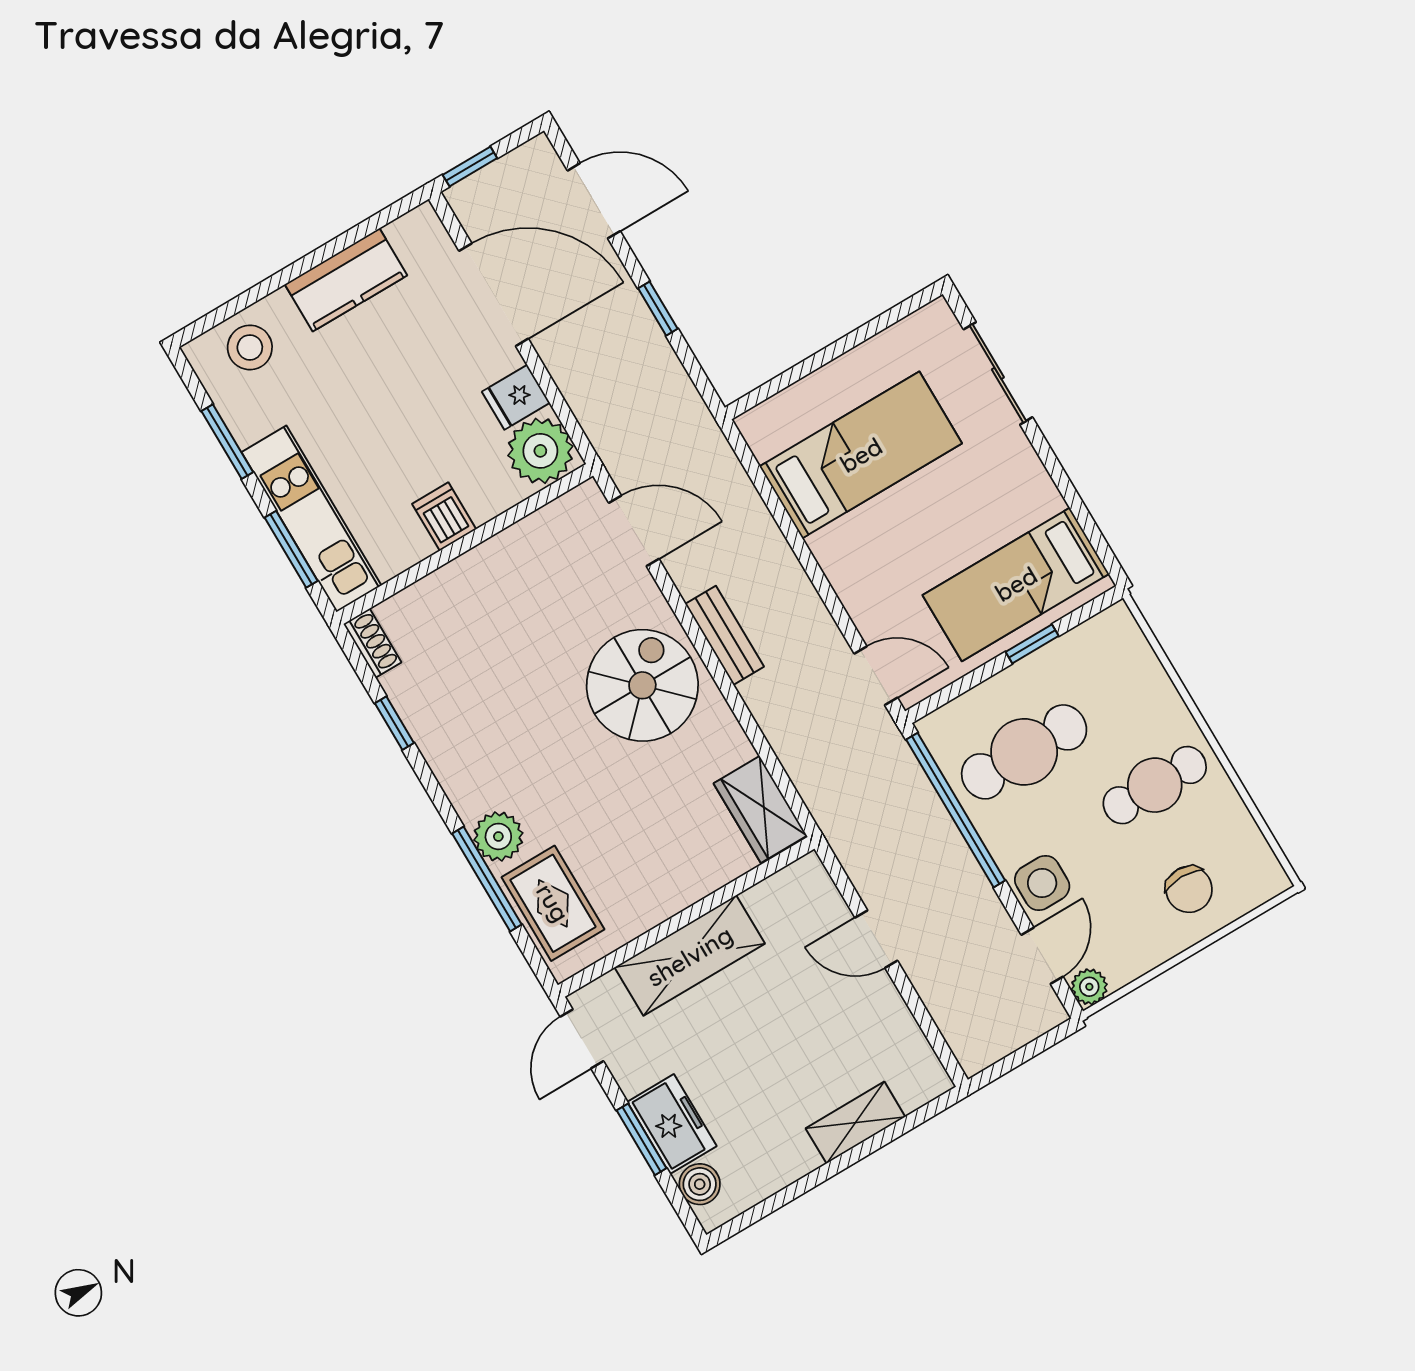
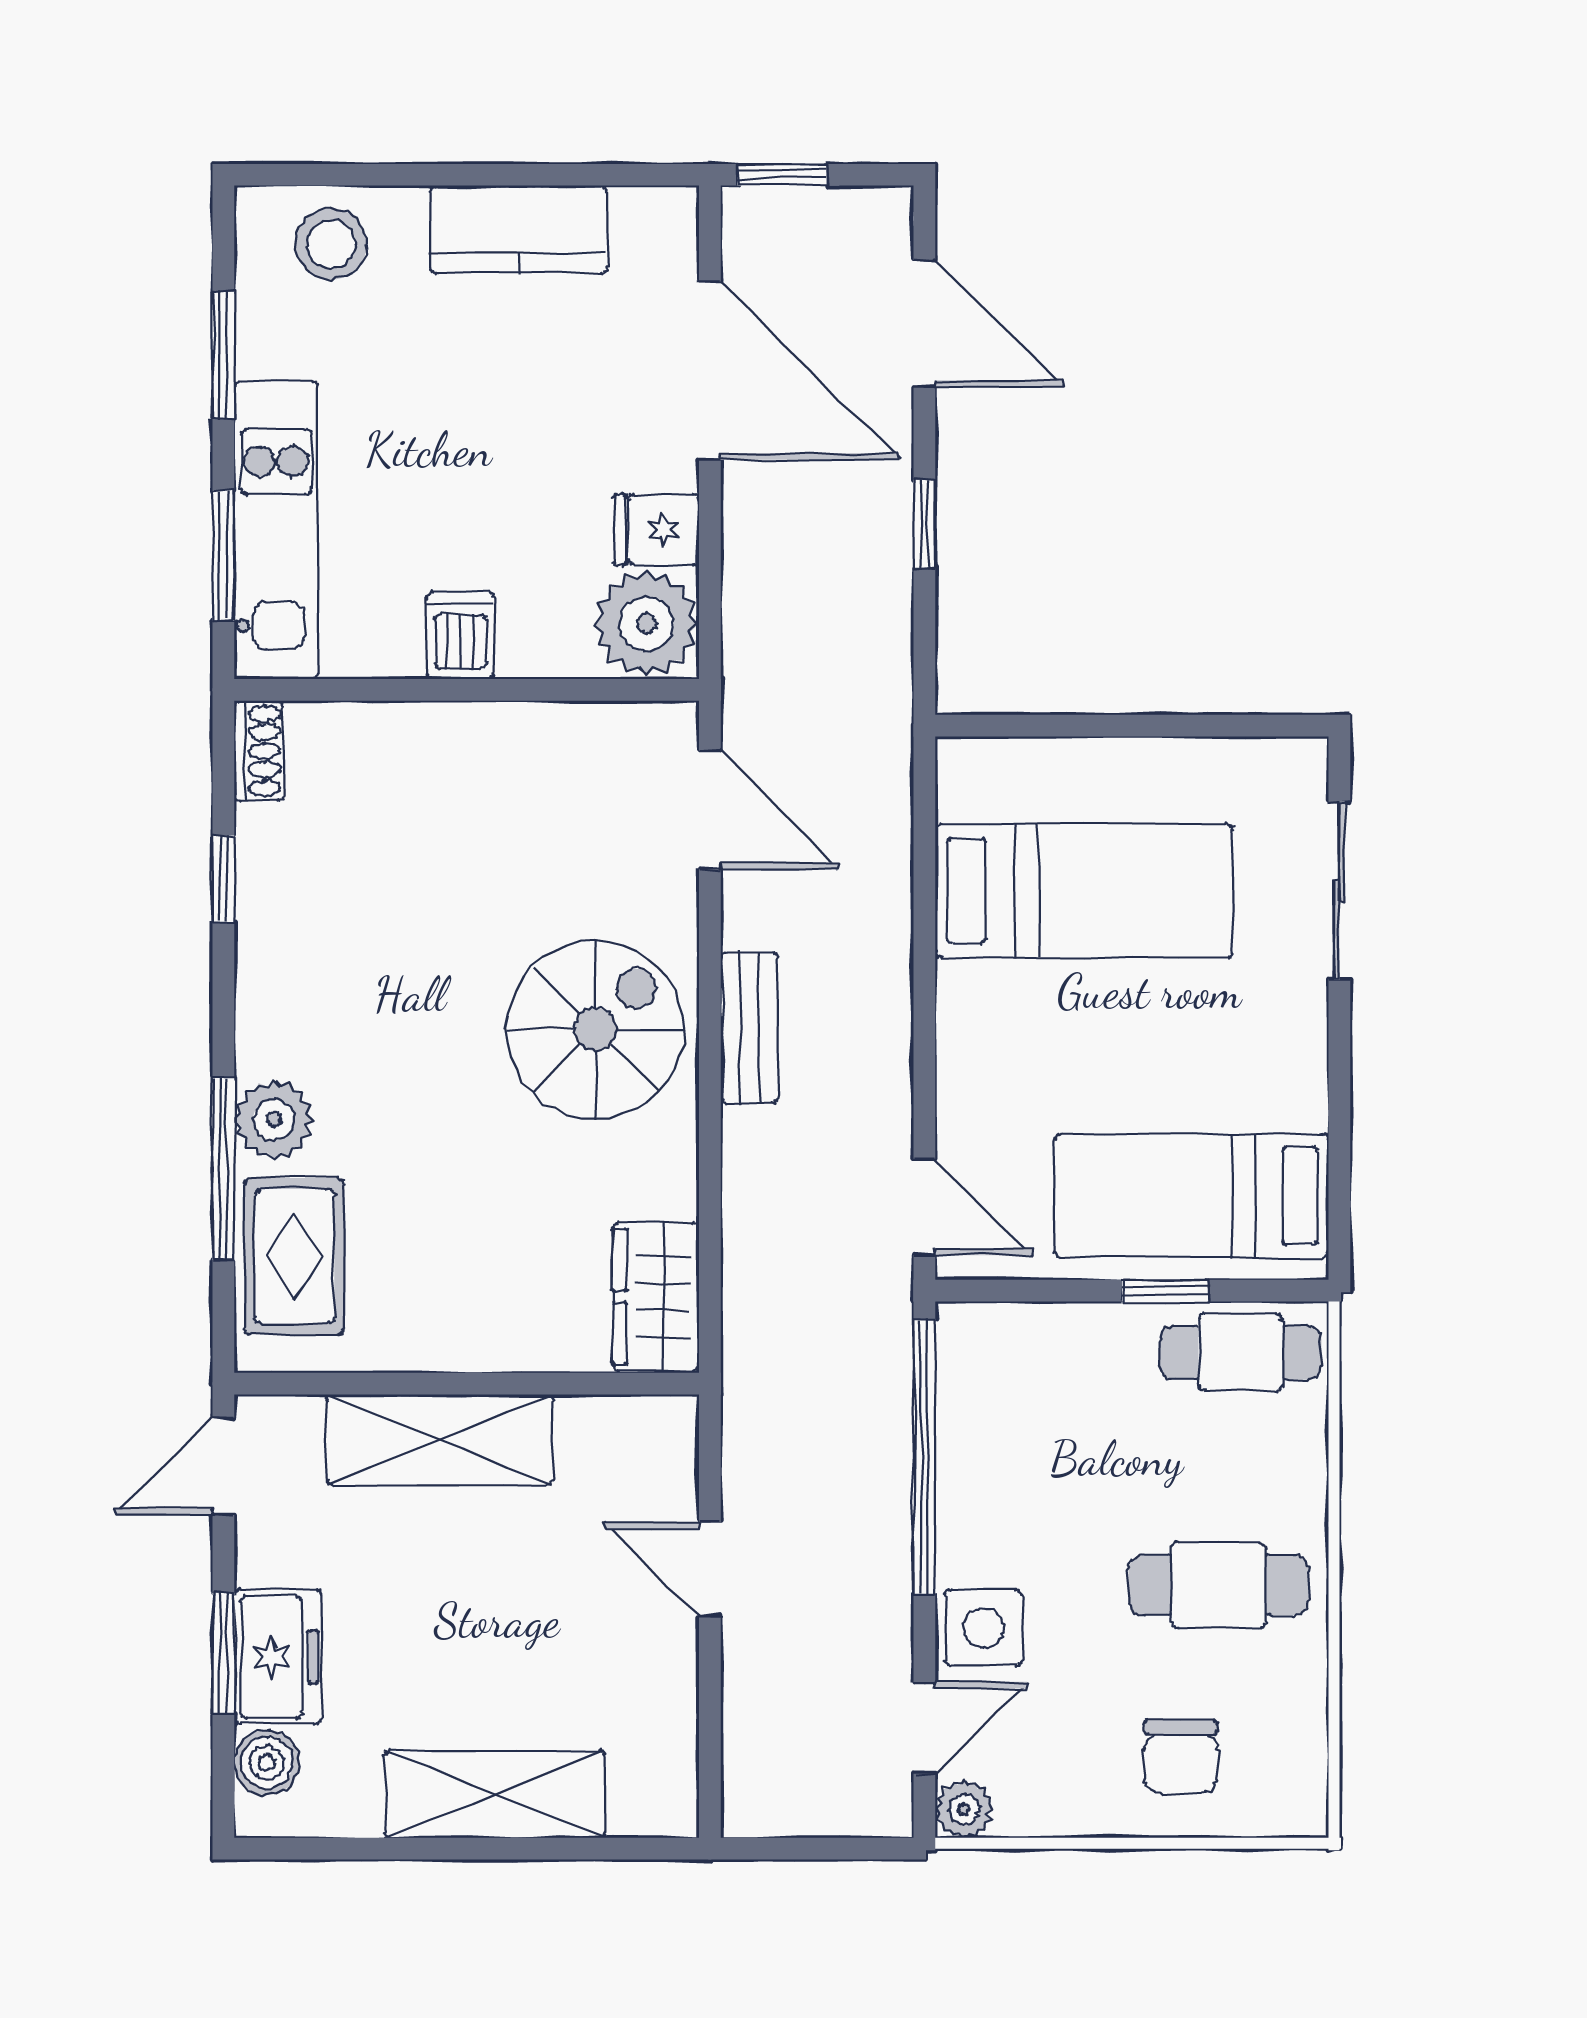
cafe table: (1024, 752) -> (1241, 1353), moved, width x0.73, depth x0.74
shelving: (855, 1123) -> (495, 1794), width x1.50, depth x1.33

